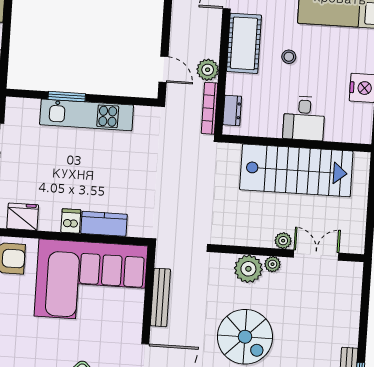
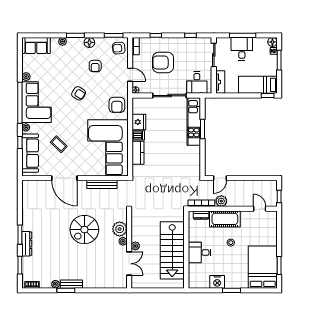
cot: (244, 43) -> (225, 219), moved
kitchen unit: (87, 115) -> (194, 121), moved
fridge: (23, 217) -> (139, 122), moved

